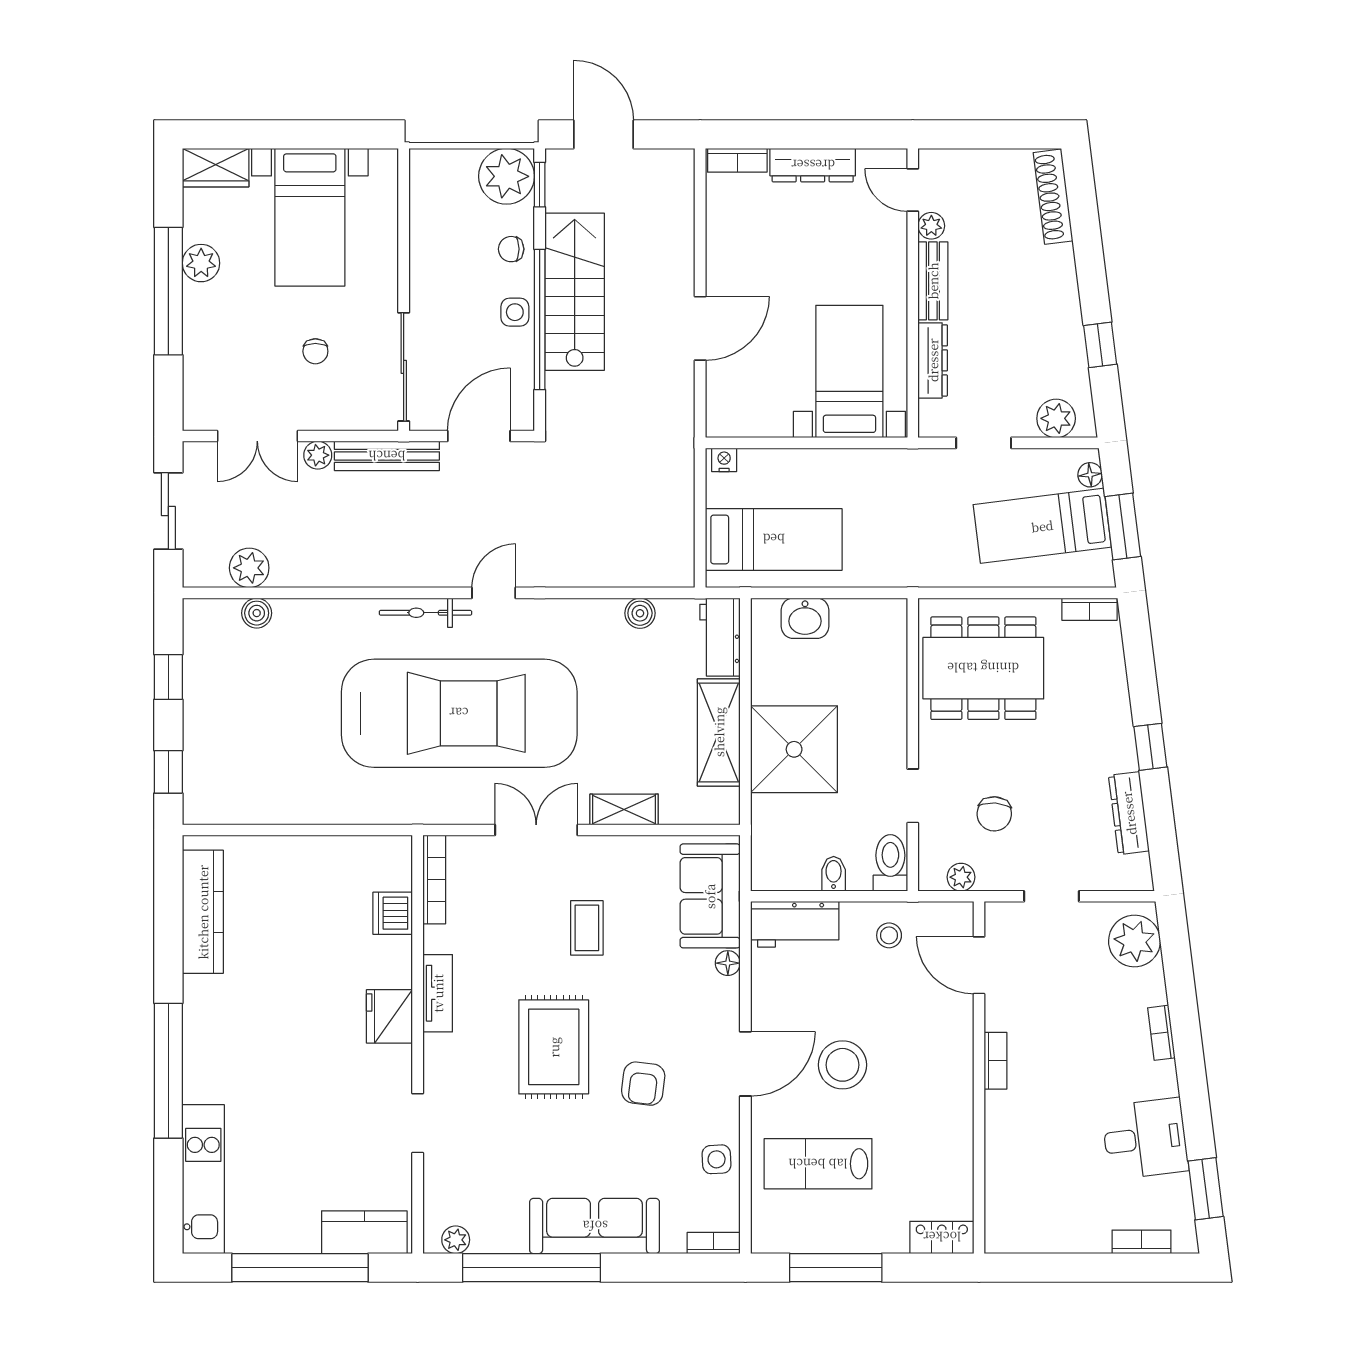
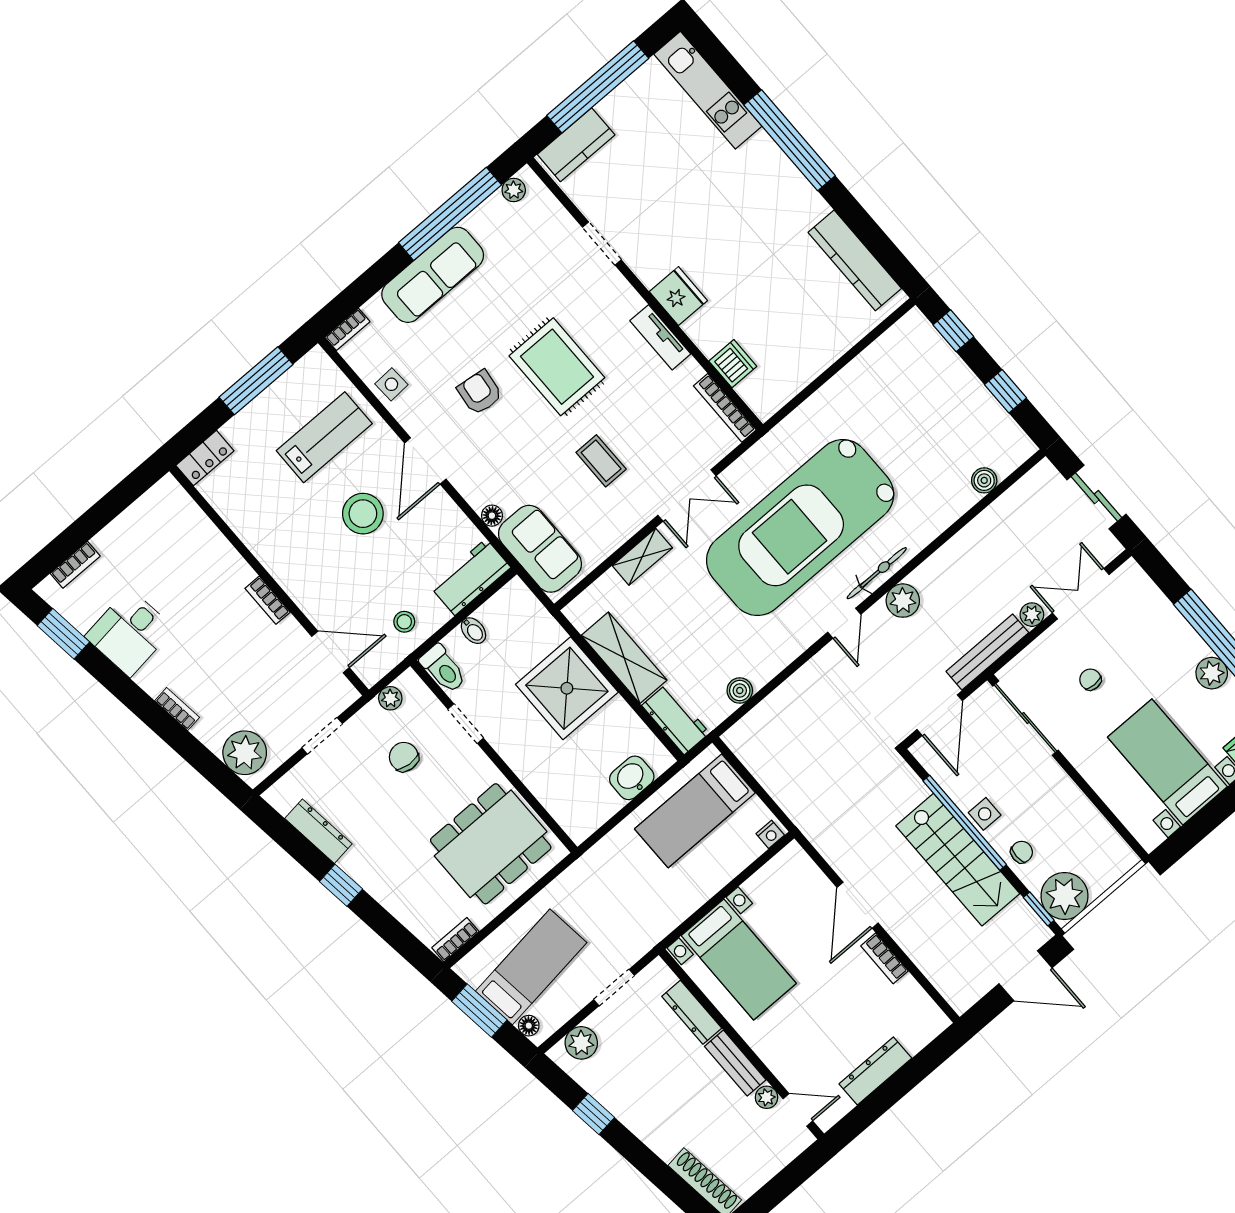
bookcase: (737, 160) -> (884, 958), moved, turned -90
plant: (249, 568) -> (903, 601), moved

